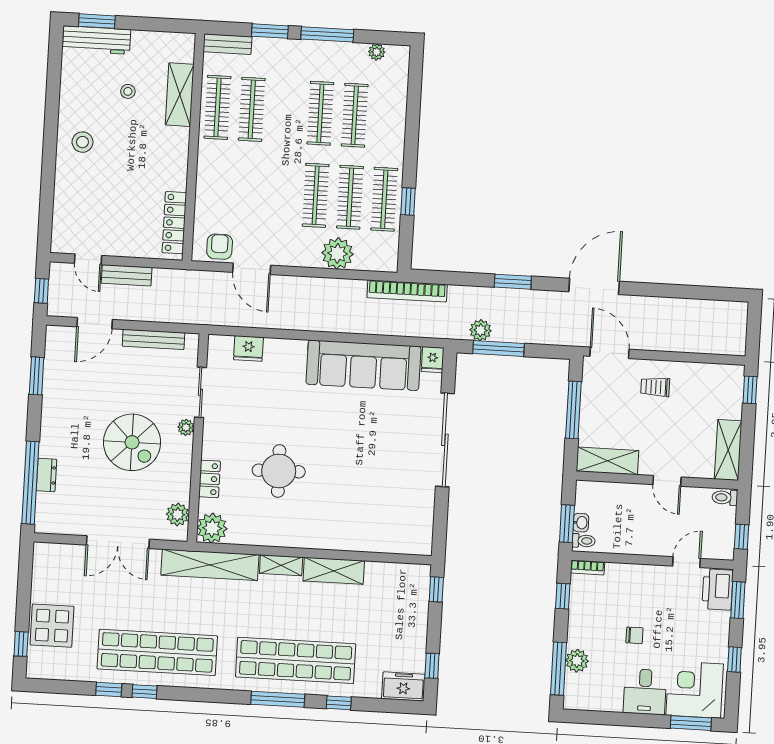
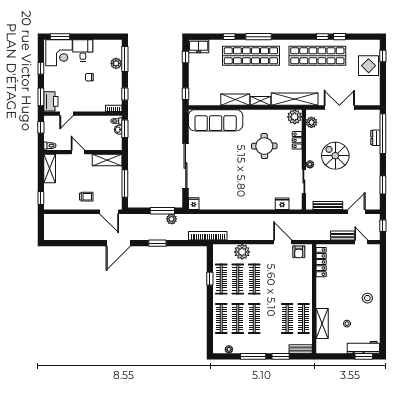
clothes rail: (389, 117) -> (221, 318), added
sofa: (363, 365) -> (216, 120), moved, turned 180

